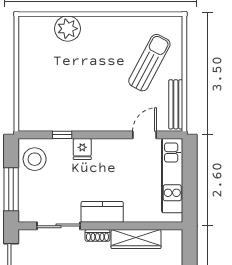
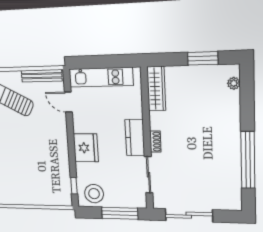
window: (62, 135) -> (74, 186), moved
fridge: (82, 149) -> (86, 148), width x1.88, depth x1.34
wardrobe: (136, 239) -> (156, 89), moved

